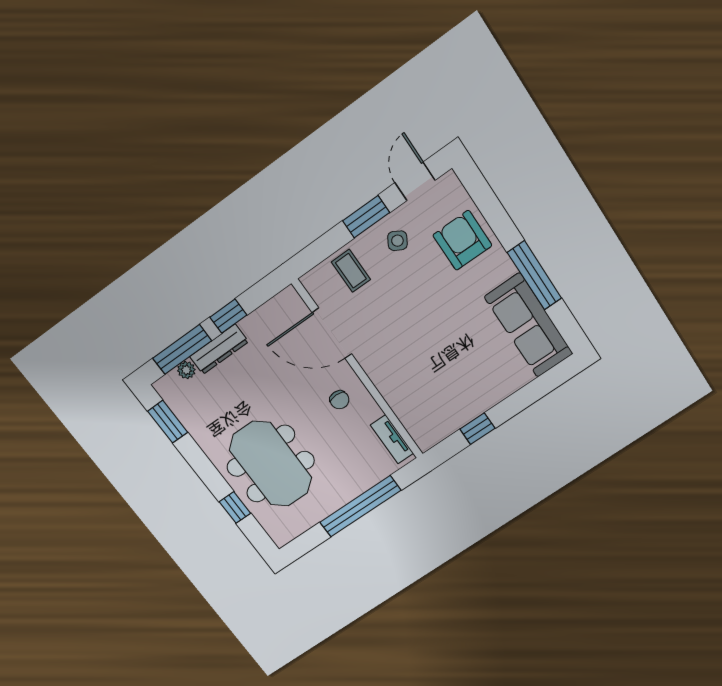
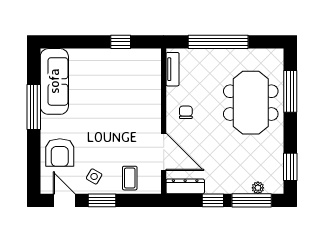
door: (415, 181) -> (64, 200), swing flipped
dresser: (219, 349) -> (185, 186), moved
window: (235, 508) -> (290, 91), width x2.17

